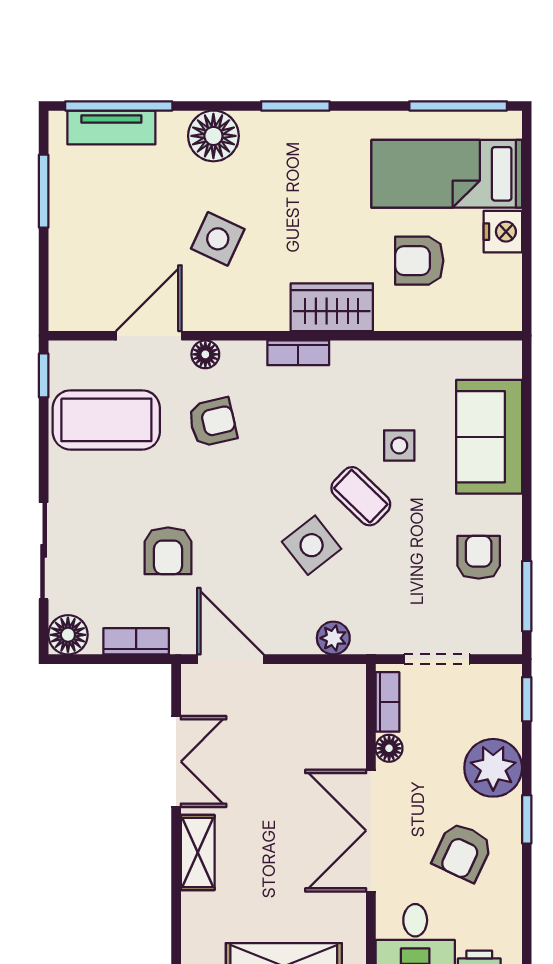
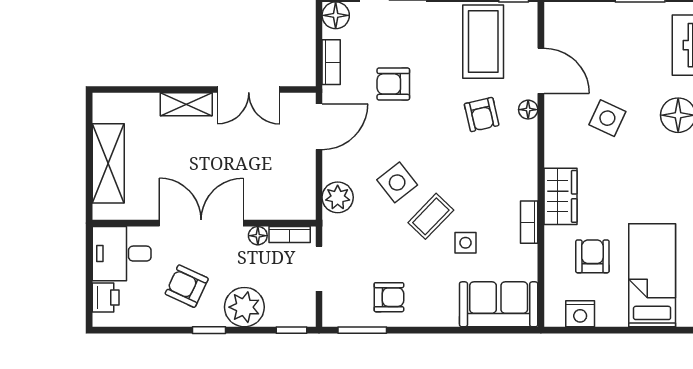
nightstand: (503, 232) -> (580, 314), moved
bookcase: (298, 353) -> (529, 222), moved
sofa: (489, 437) -> (499, 304), moved
plant: (333, 638) -> (338, 197), width x1.38, depth x1.38

